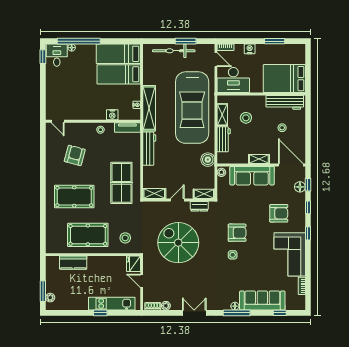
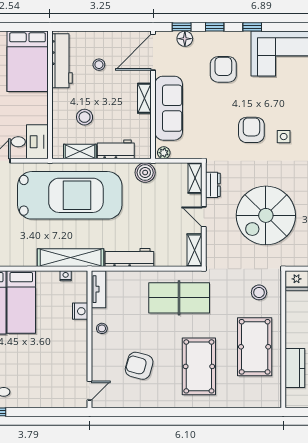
desk: (233, 80) -> (30, 142), width x0.73

